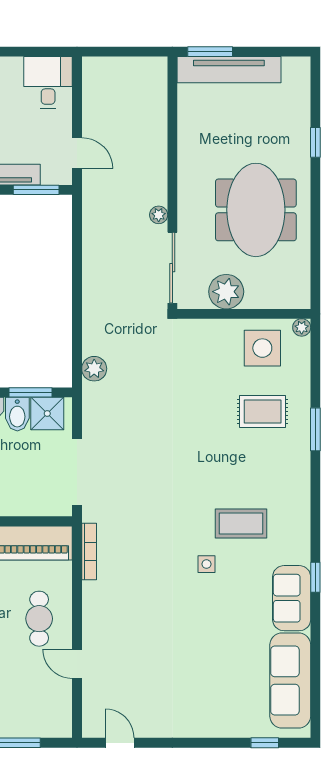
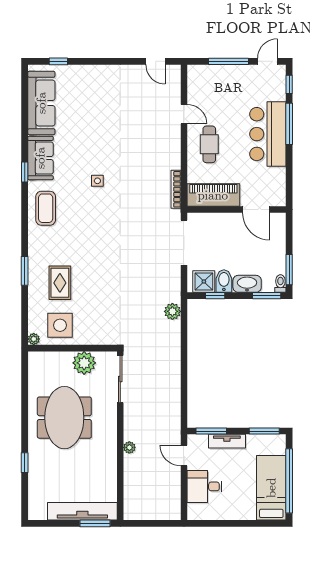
desk: (48, 82) -> (205, 486), moved, turned 90
plant: (159, 215) -> (129, 447), moved
window: (30, 392) -> (215, 296), width x0.67
rug: (263, 412) -> (60, 283), turned 90
coffee table: (241, 523) -> (46, 208), moved, turned 90

